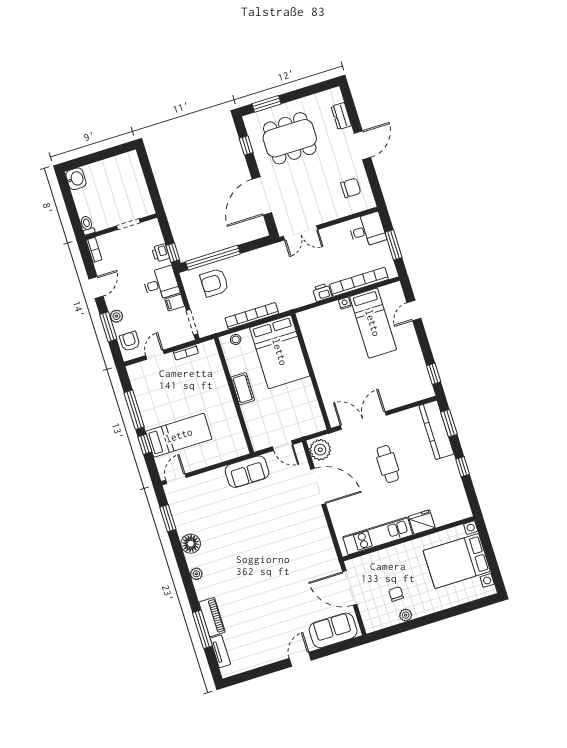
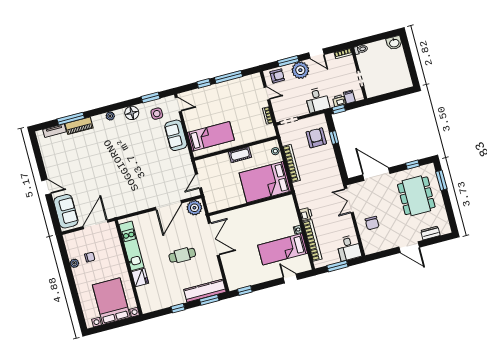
chair: (351, 188) -> (372, 223), moved
window: (213, 258) -> (334, 138), width x0.32
filing cabinet: (175, 303) -> (349, 97), moved
plant: (116, 316) -> (300, 70), width x1.87, depth x1.87
bed: (179, 435) -> (211, 136), moved, turned -90
sofa: (247, 472) -> (176, 135), moved
side table: (190, 508) -> (157, 114), added

